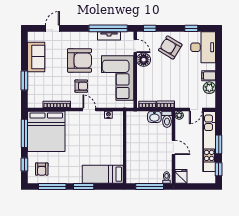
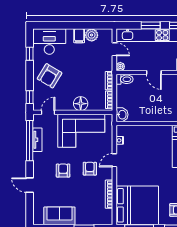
door: (52, 28) -> (30, 185), moved
armchair: (79, 60) -> (63, 171), width x0.53, depth x0.53
floor lamp: (144, 60) -> (81, 104), moved
washbasin: (154, 117) -> (122, 115), moved
door: (173, 147) -> (154, 72), swing flipped

